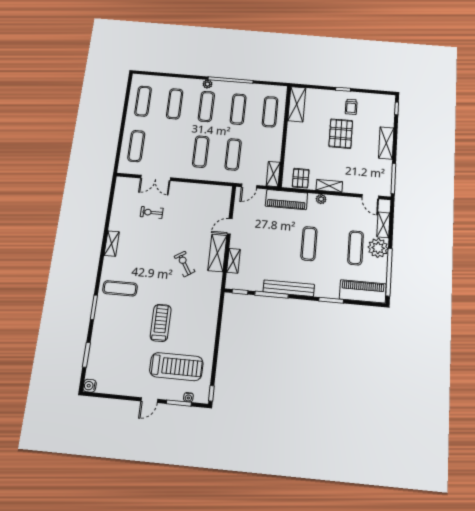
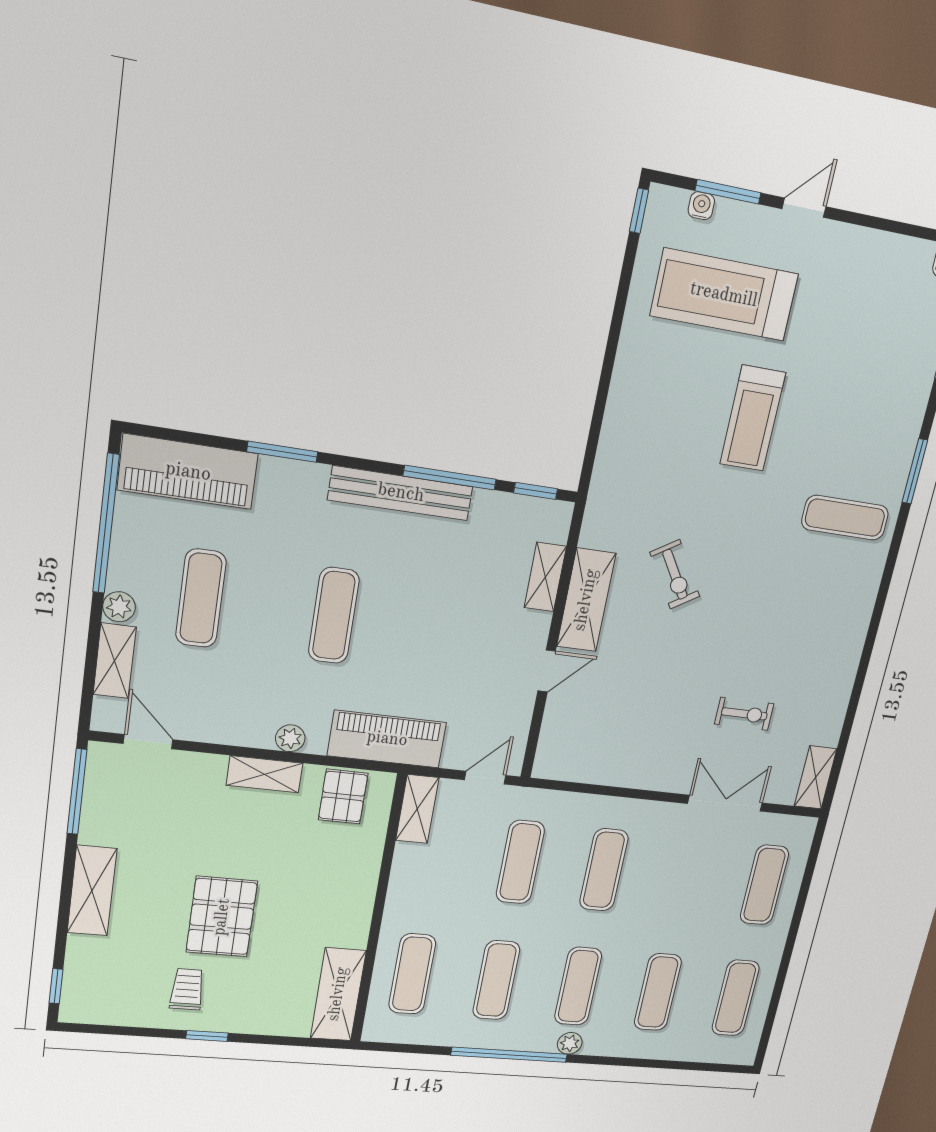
shelving: (112, 244) -> (815, 777), moved
plant: (378, 248) -> (119, 607), width x0.53, depth x0.53

